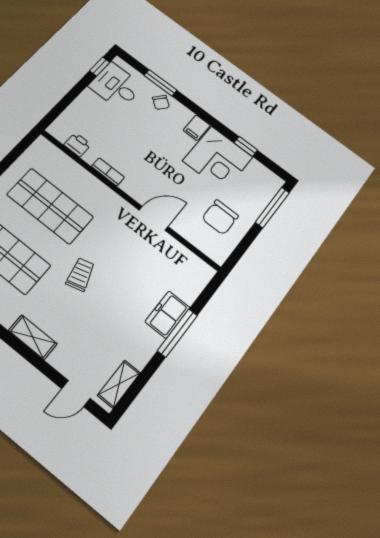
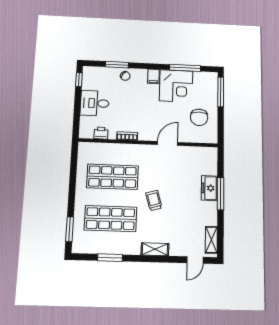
desk: (116, 86) -> (95, 103), moved
window: (246, 146) -> (185, 68), width x2.17

